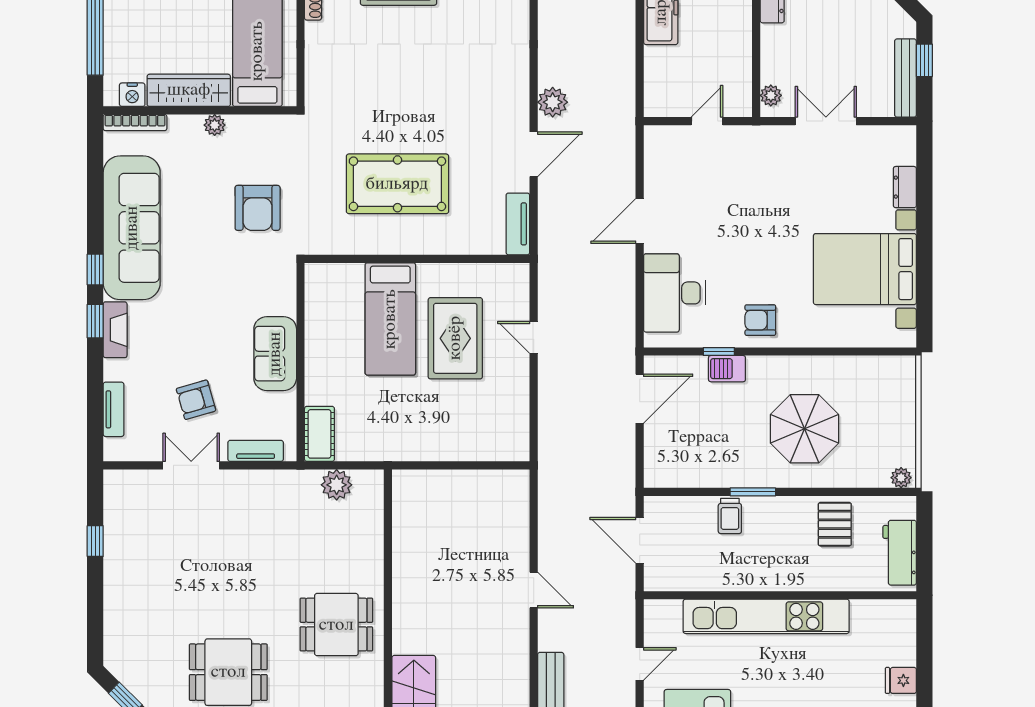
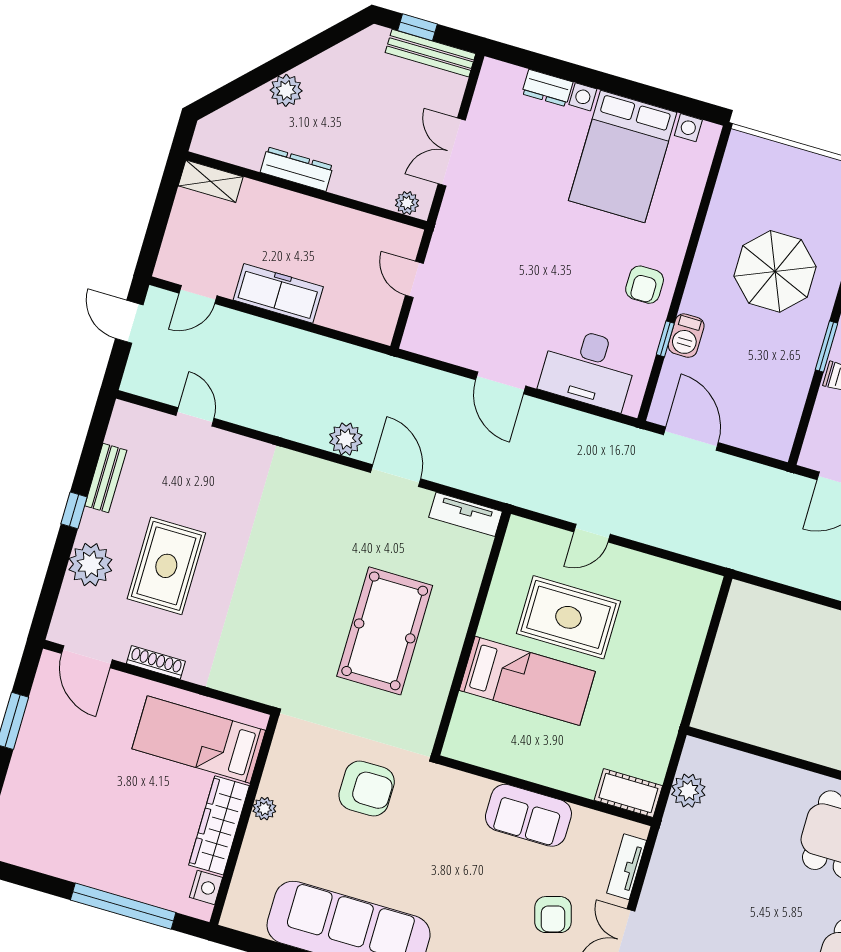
bookcase: (135, 123) -> (237, 893), removed

